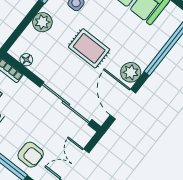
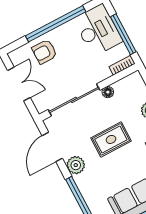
floor lamp: (26, 60) -> (108, 92), moved
door: (123, 104) -> (52, 147), swing flipped

